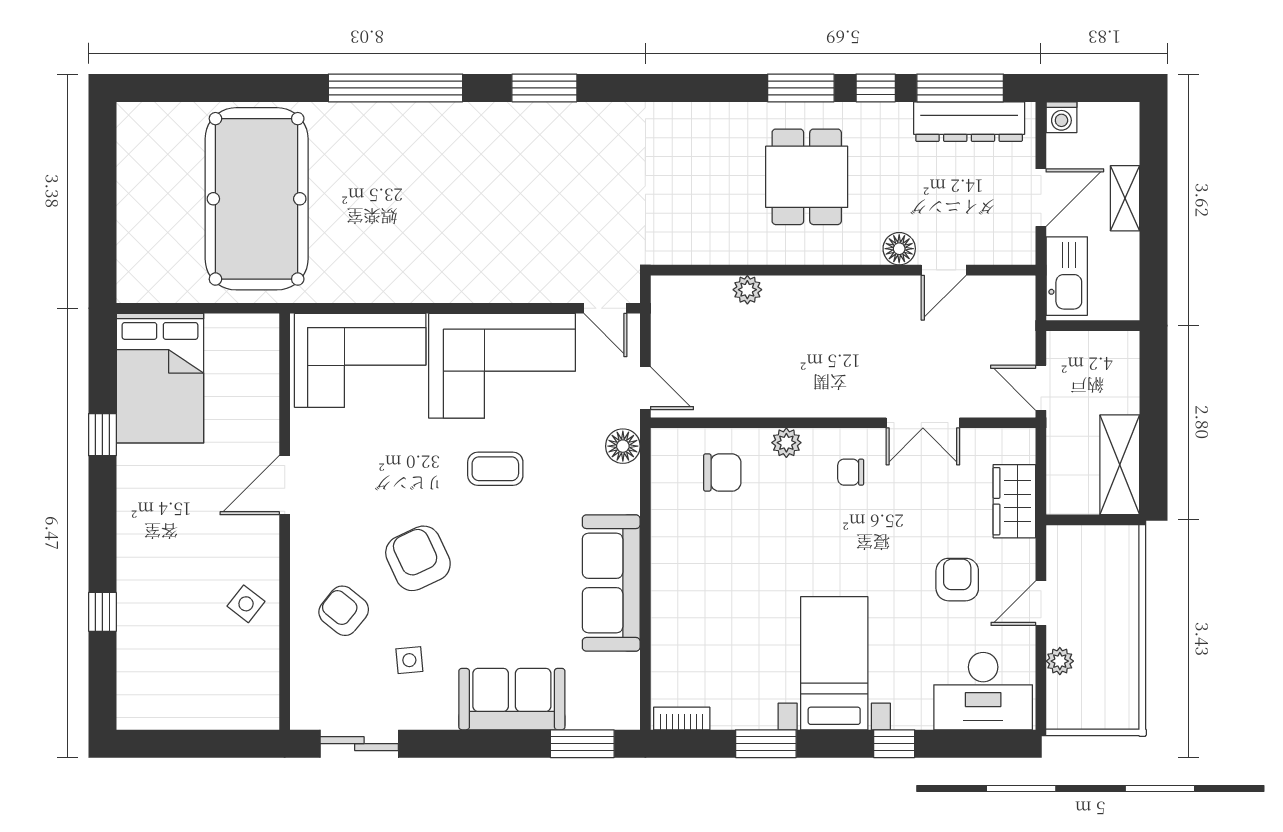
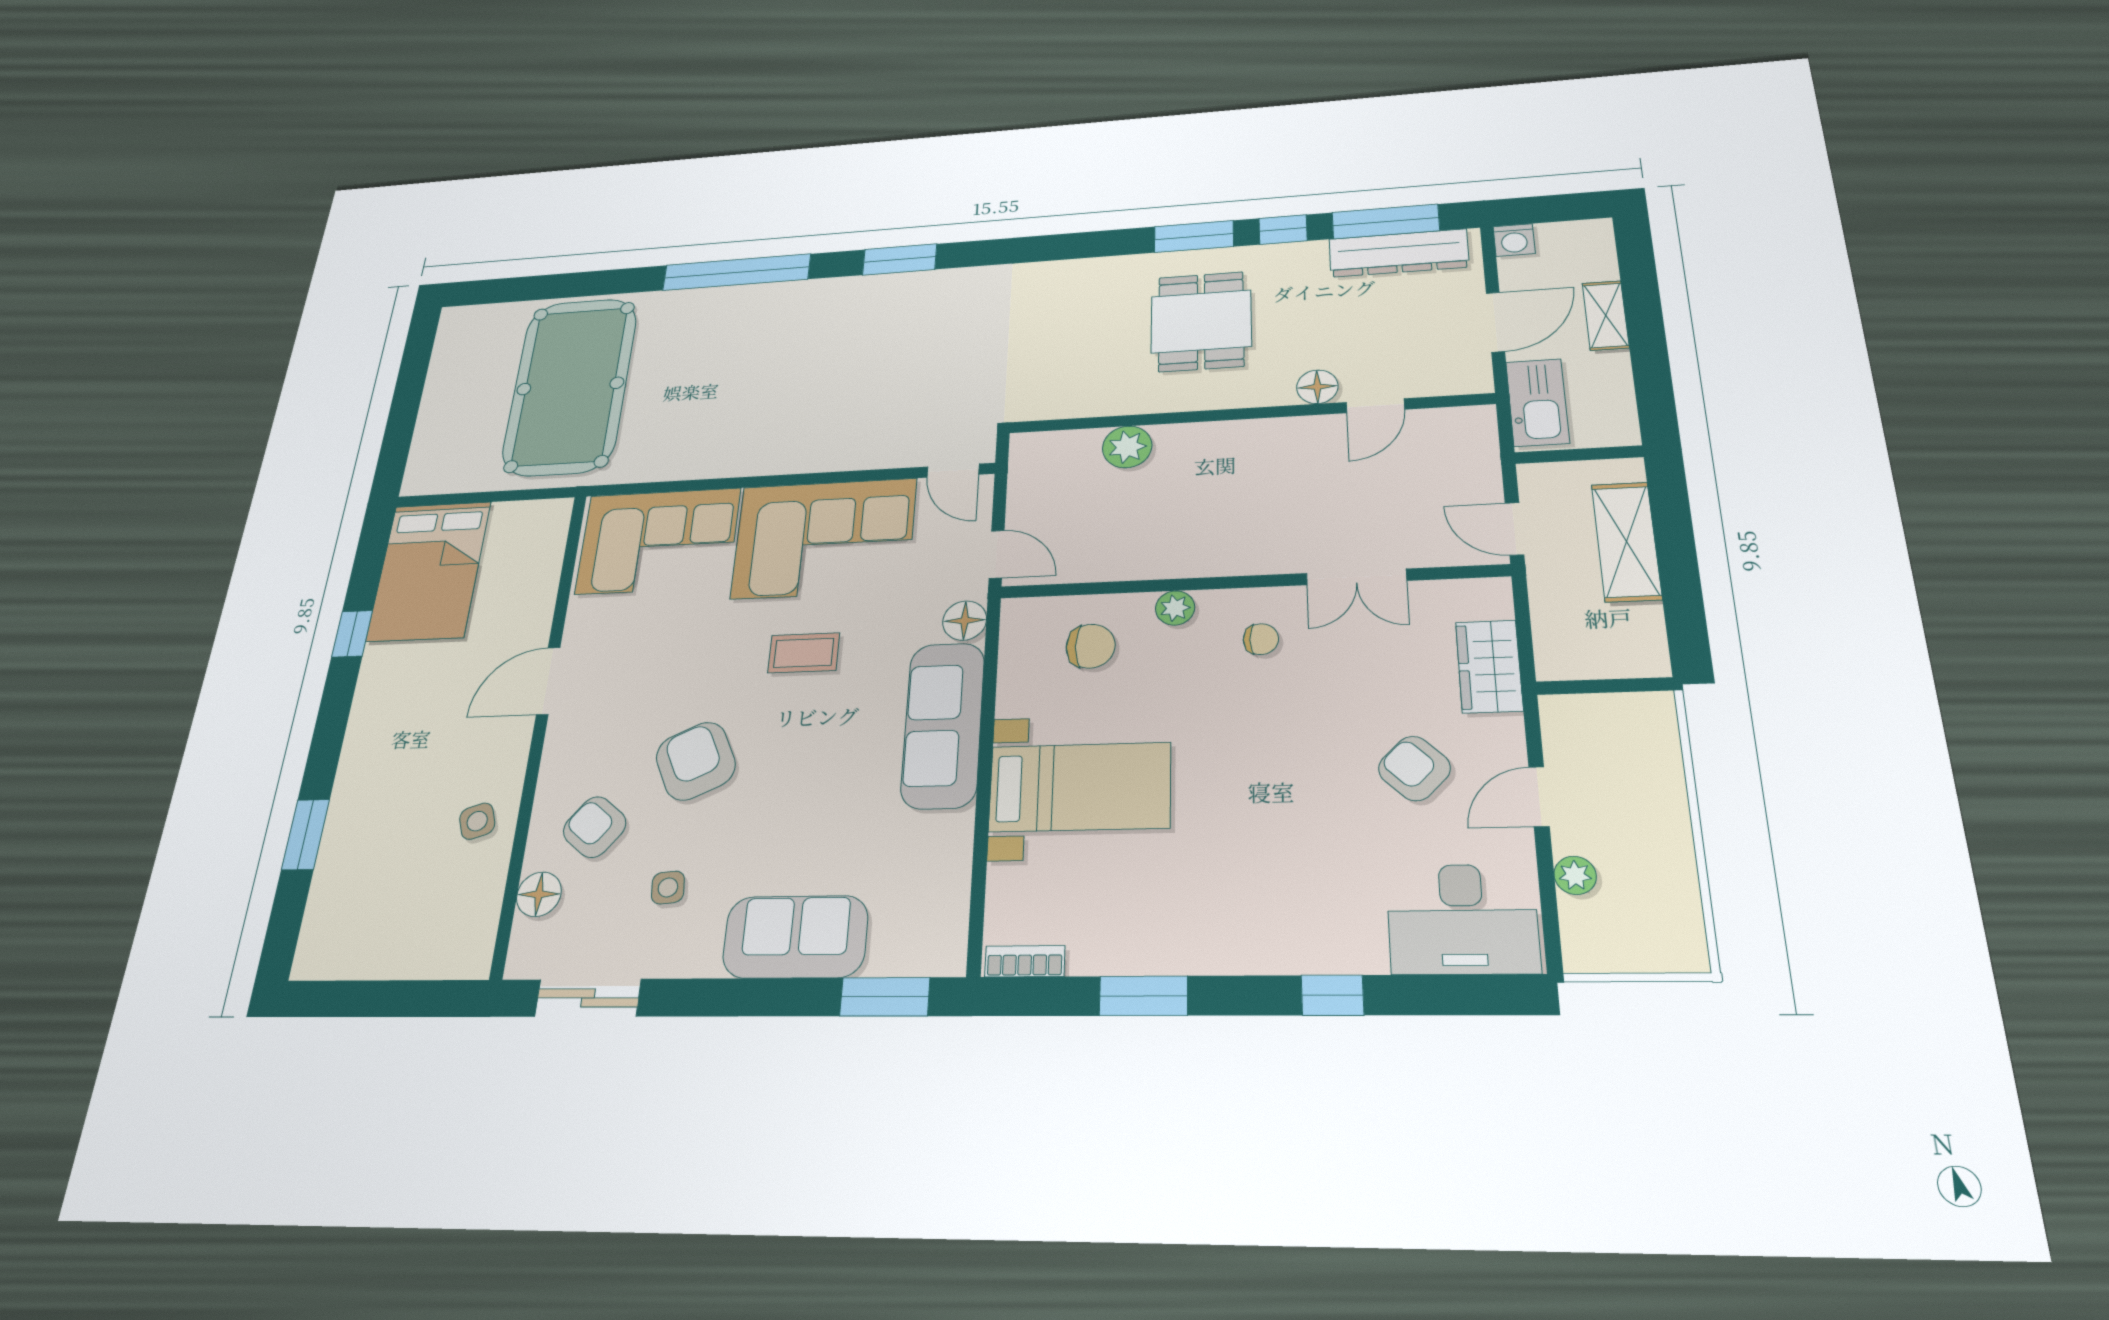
plant: (747, 290) -> (1127, 447), width x1.38, depth x1.38
shelving: (1120, 465) -> (1626, 541), moved
chair: (851, 472) -> (1261, 639), turned 180
armchair: (957, 580) -> (1414, 768), turned -46
sofa: (611, 583) -> (943, 725), moved
side table: (246, 604) -> (477, 821), turned 34
window: (102, 612) -> (306, 834), width x1.50
bed with nightstands: (834, 663) -> (1080, 787), moved, turned 90
floor lamp: (307, 664) -> (539, 894), added

